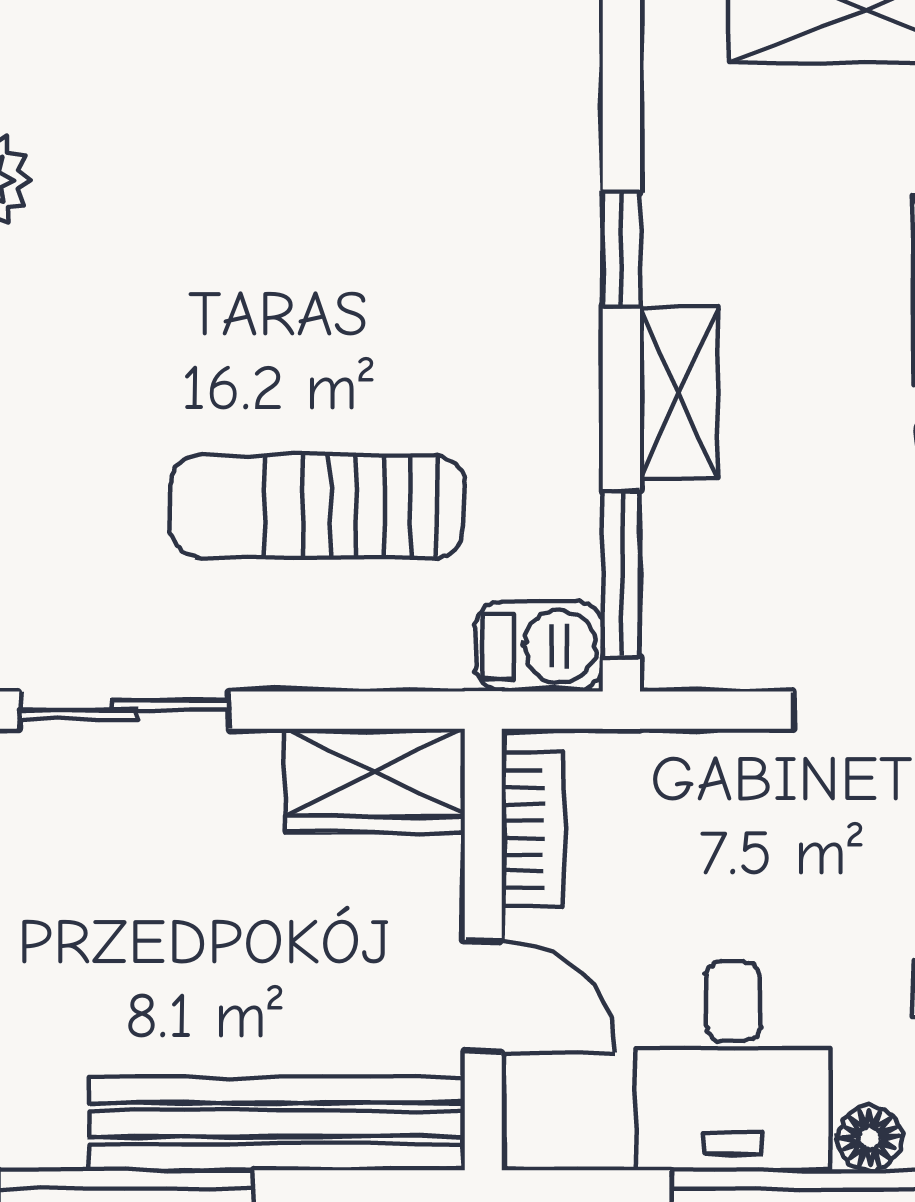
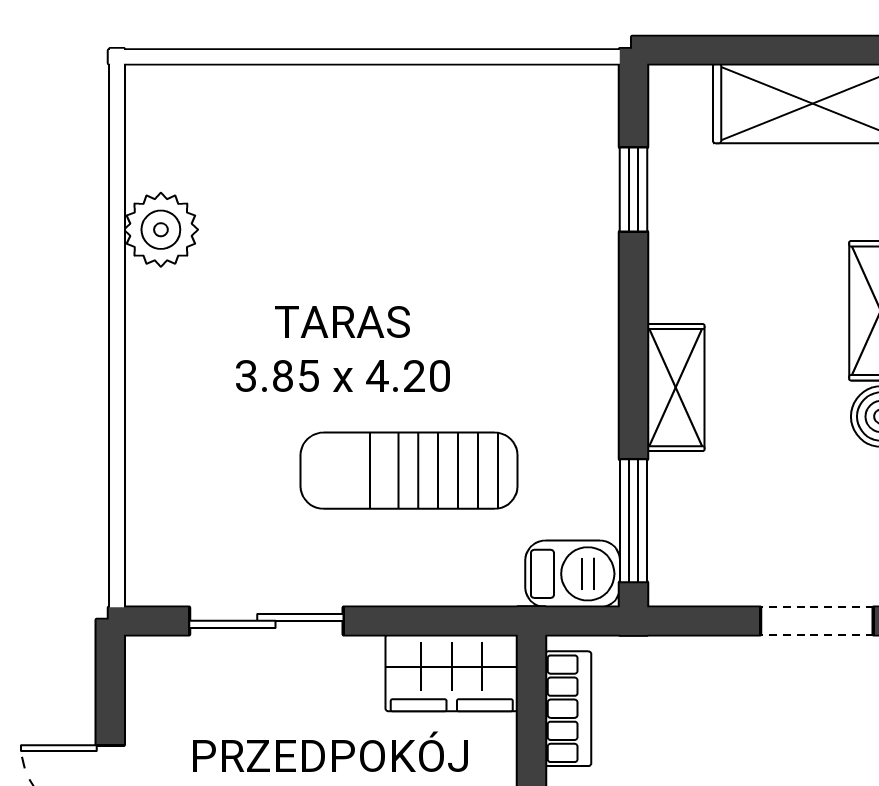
window: (621, 250) -> (634, 189), moved

